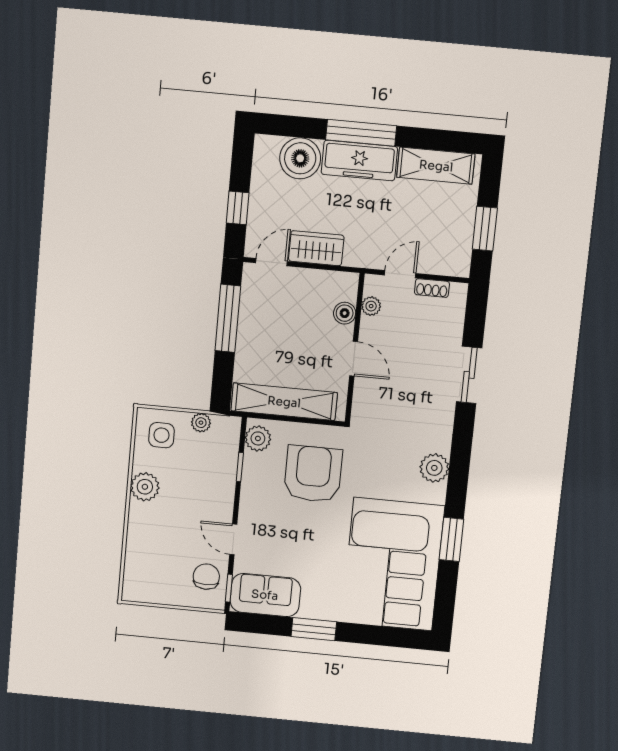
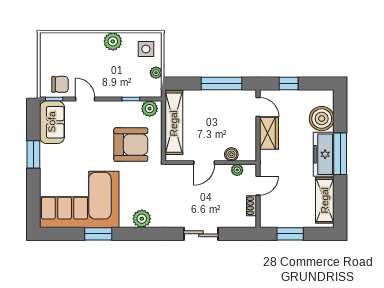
door: (400, 274) -> (258, 186), hinge flipped
door: (233, 539) -> (85, 99), hinge flipped

